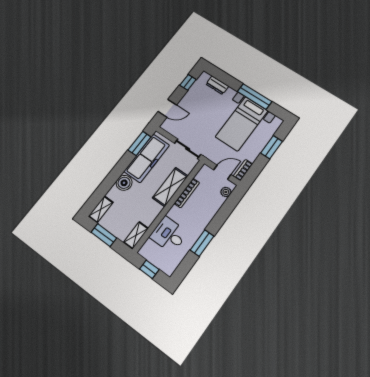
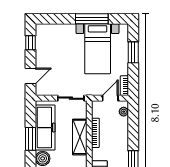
dresser: (217, 85) -> (56, 29), removed
window: (139, 143) -> (31, 139), moved

